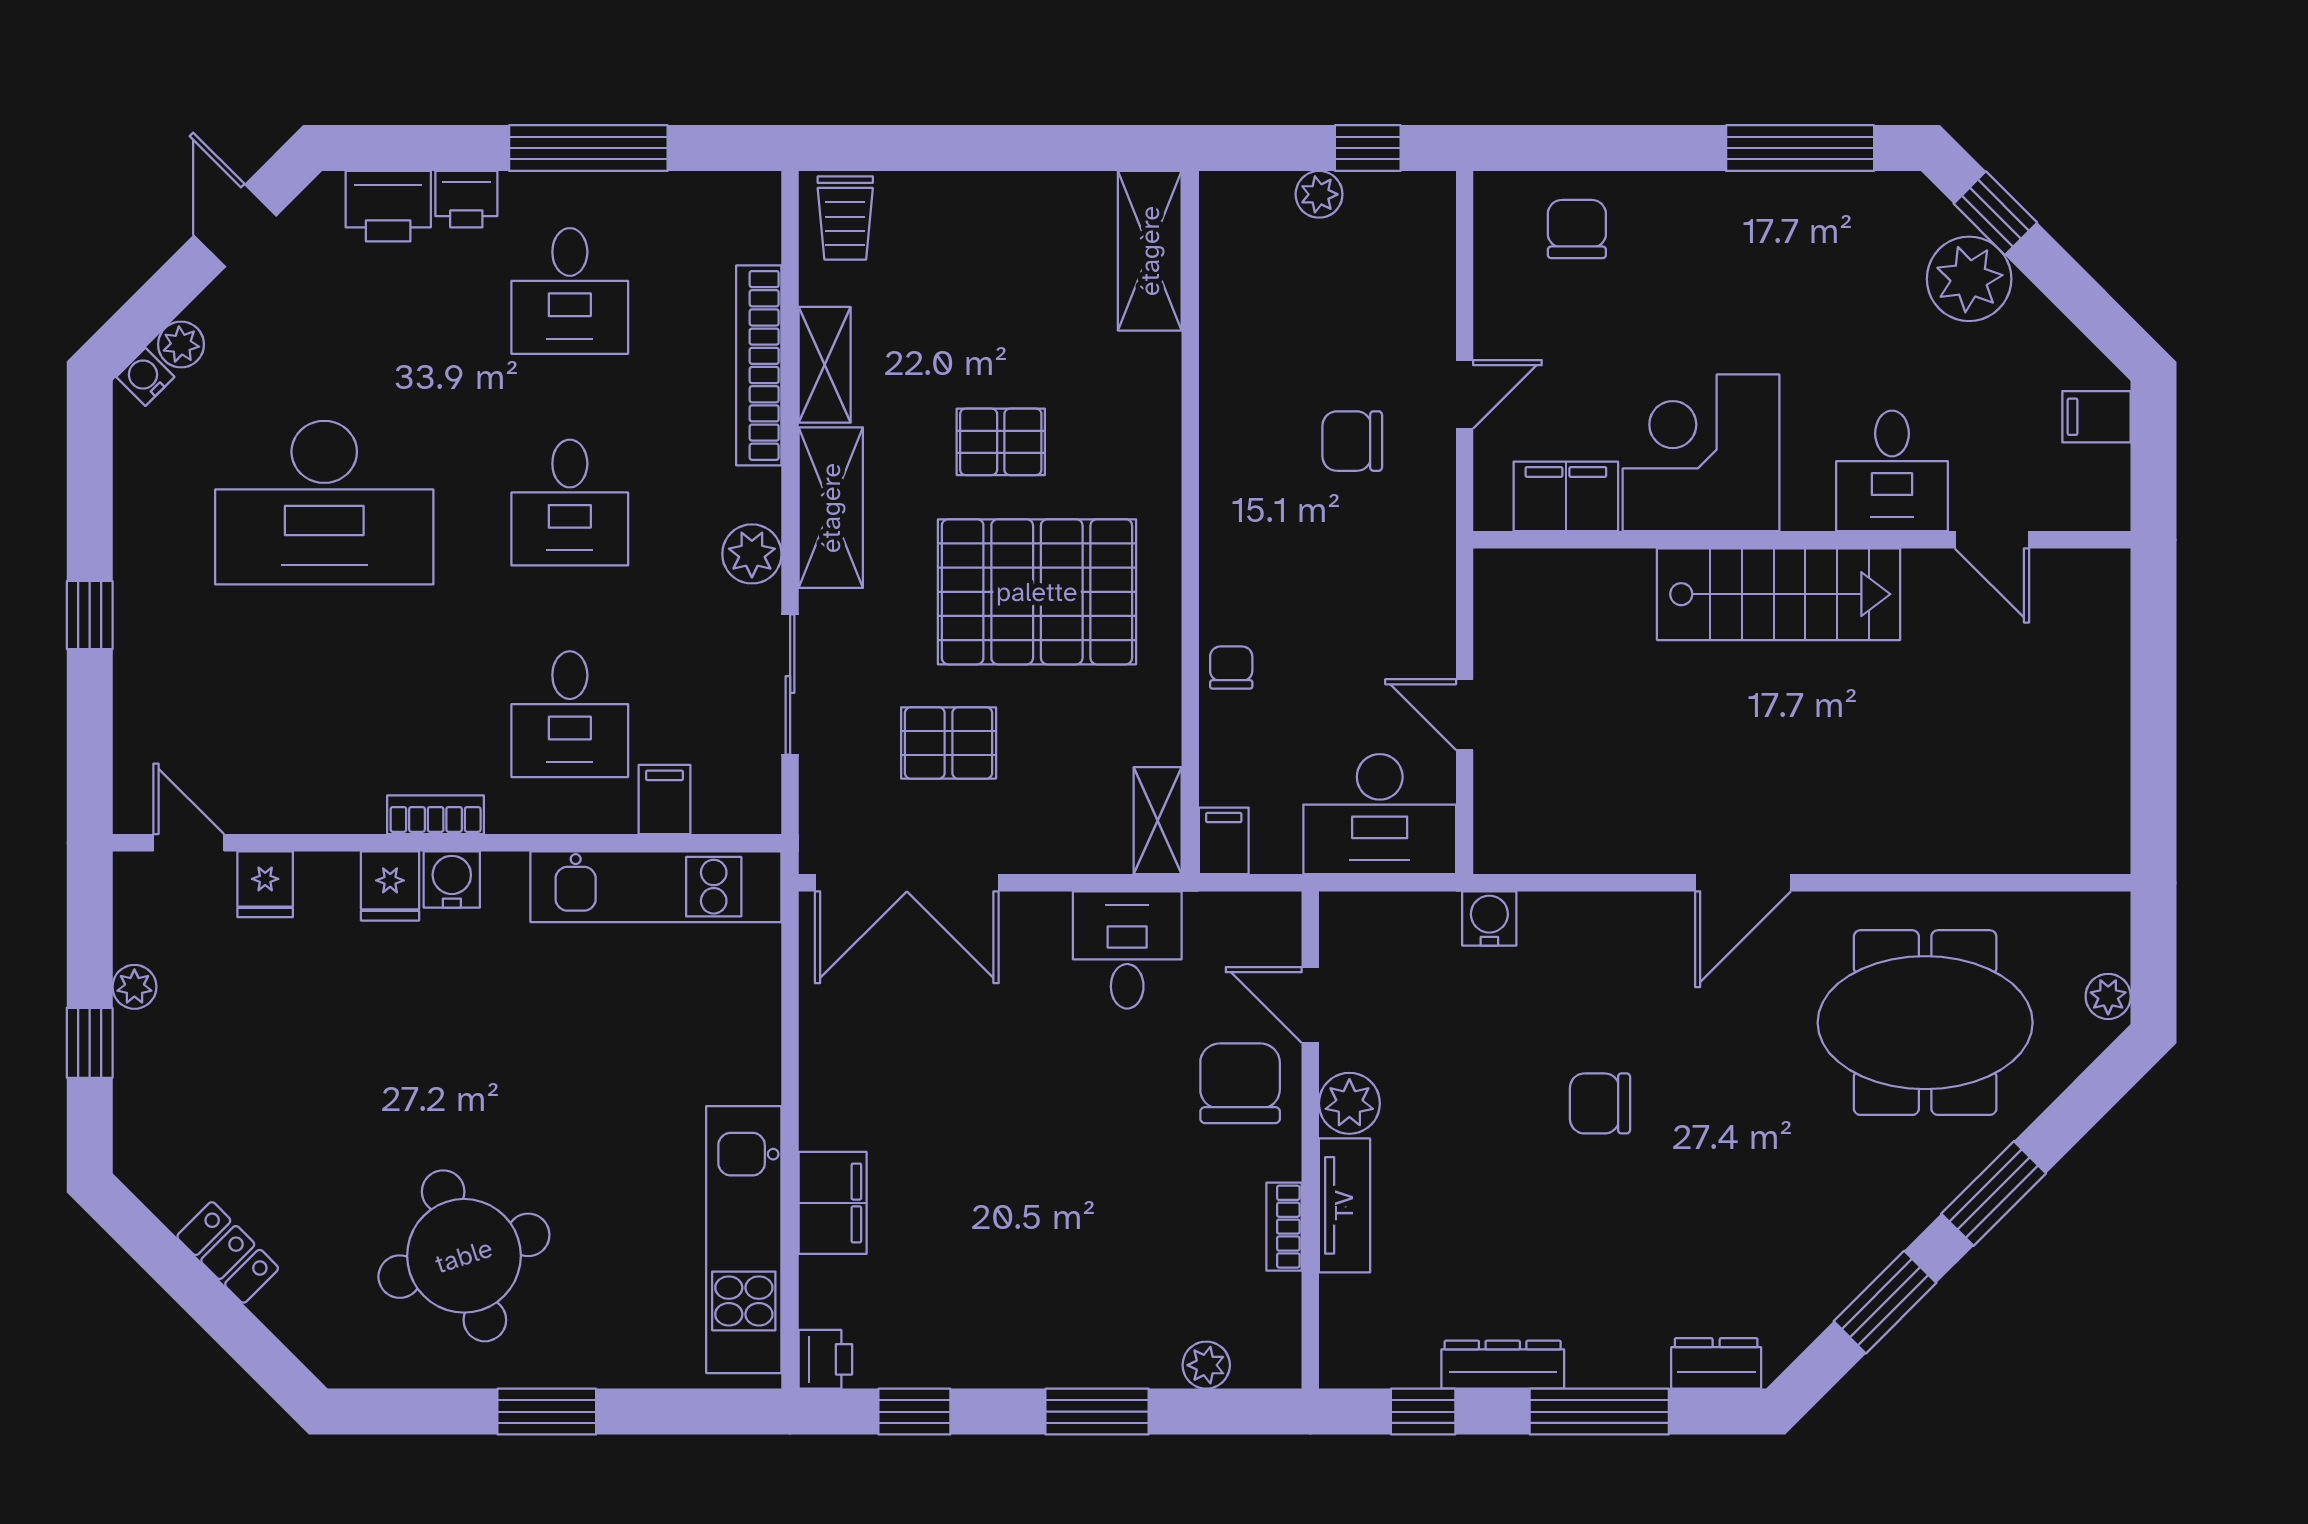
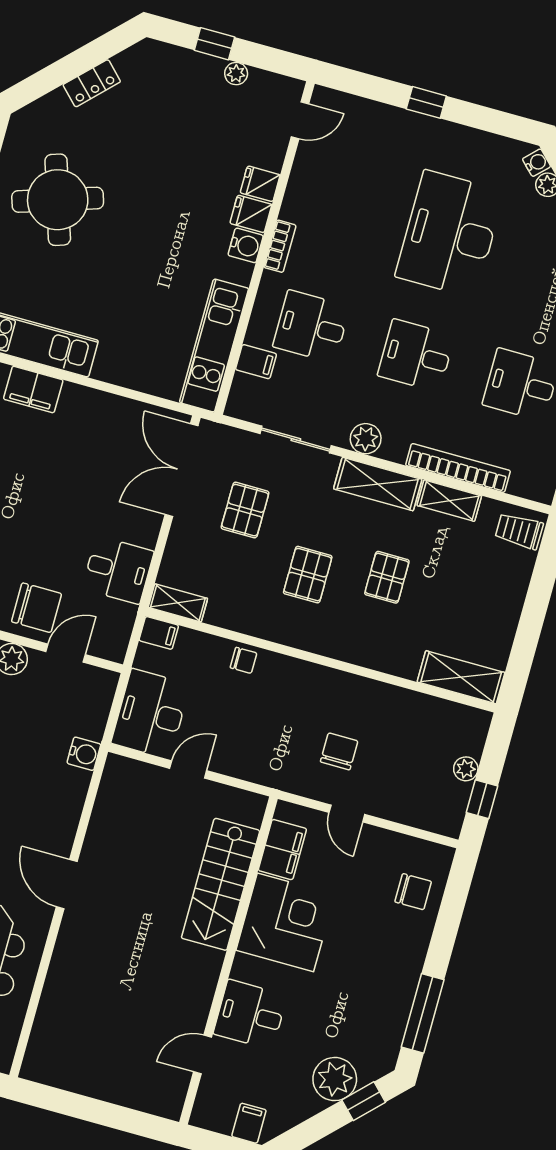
pallet: (1037, 592) -> (308, 575), width x0.49, depth x0.50
stairs: (1779, 594) -> (221, 884), moved
fridge: (265, 884) -> (260, 184), moved

